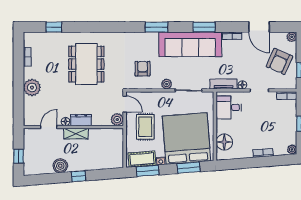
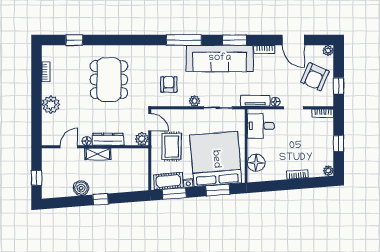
window: (156, 27) -> (184, 40), width x1.44
dresser: (81, 120) -> (108, 139), width x1.44

